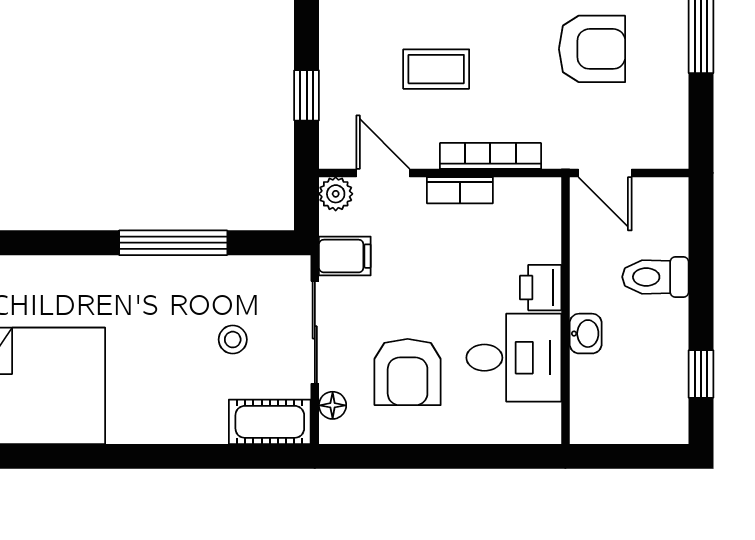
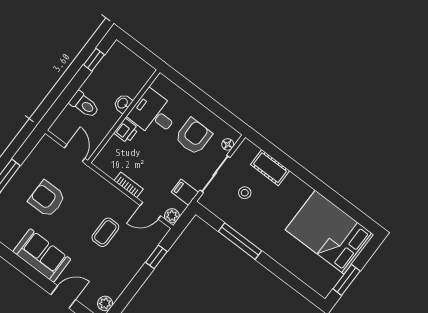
coffee table: (436, 69) -> (105, 232), turned 90
bookcase: (490, 156) -> (109, 189), removed
door: (383, 173) -> (150, 211), hinge flipped
cot: (270, 422) -> (270, 168), moved

